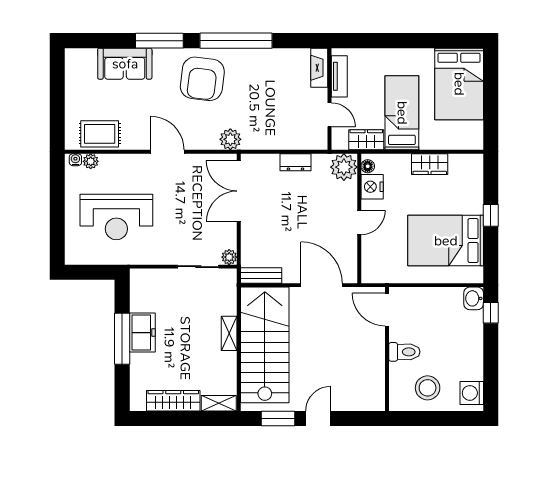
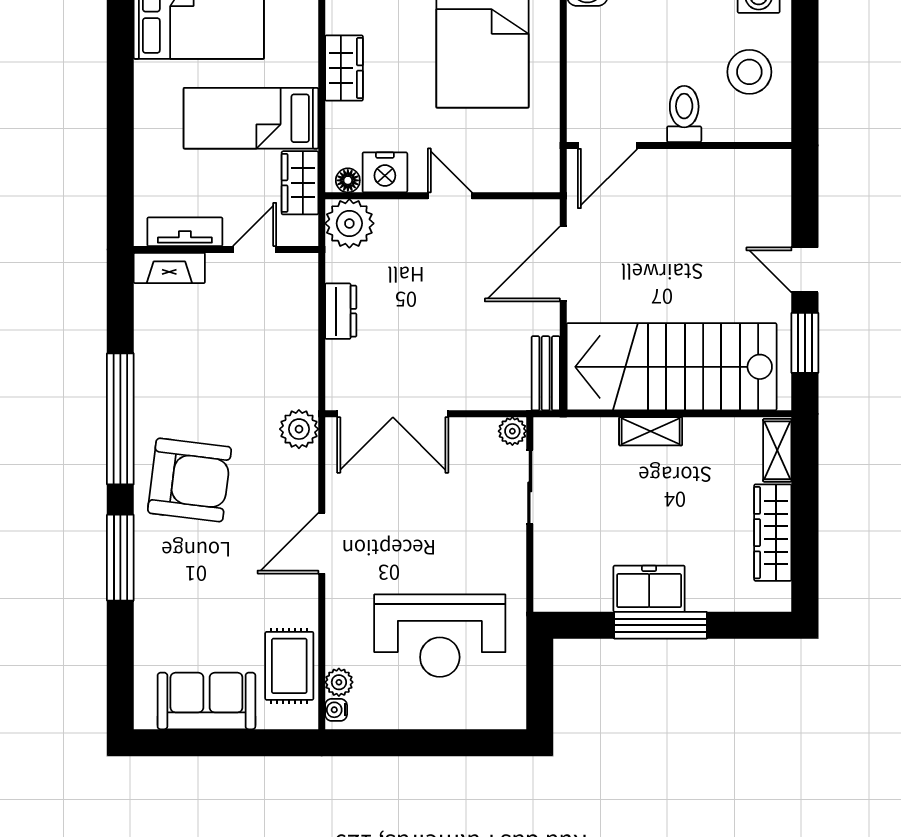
sofa: (125, 64) -> (206, 701), moved, turned -90
reception desk: (116, 217) -> (440, 636), turned 90

